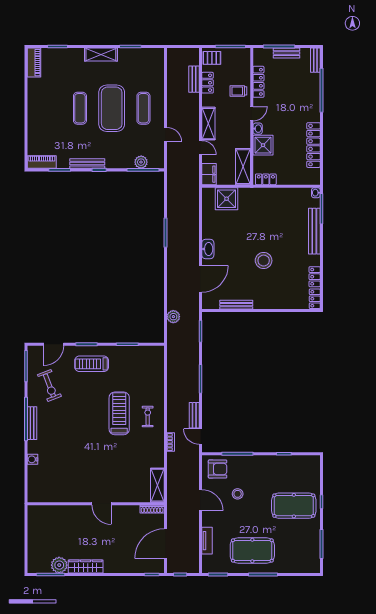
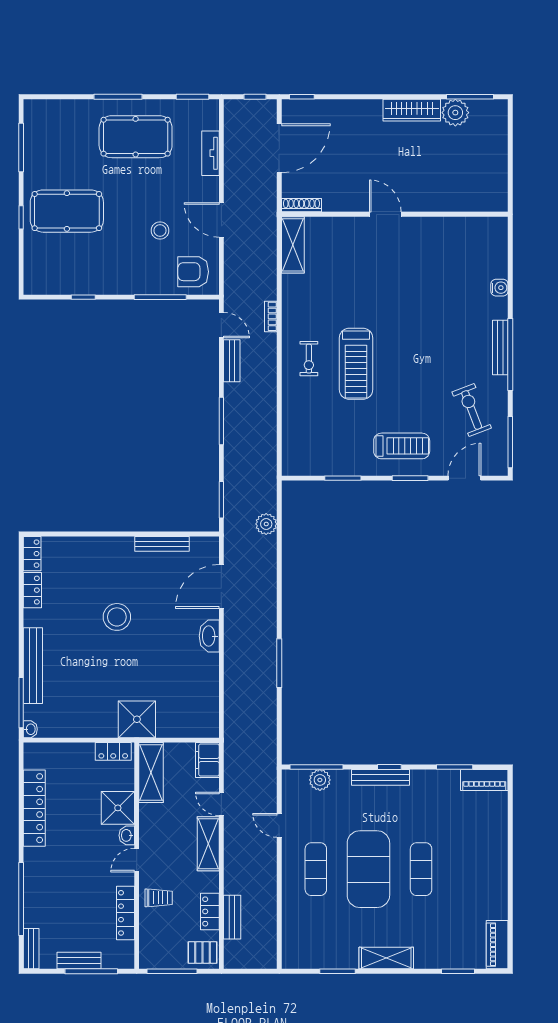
bench: (87, 164) -> (380, 777), moved
shower: (227, 199) -> (137, 719), moved

